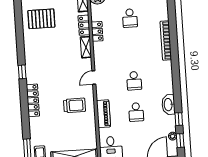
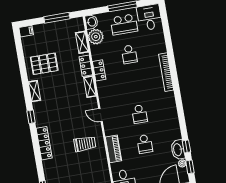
shelving: (28, 46) -> (34, 91), added
door: (94, 78) -> (101, 115), hinge flipped
washbasin: (168, 105) -> (178, 150), moved

